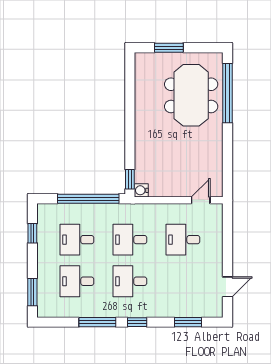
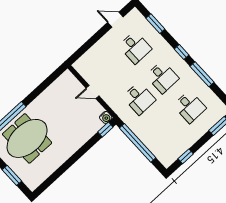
door: (201, 200) -> (92, 92), moved
desk: (77, 240) -> (166, 128), removed
desk: (183, 240) -> (135, 47), moved

